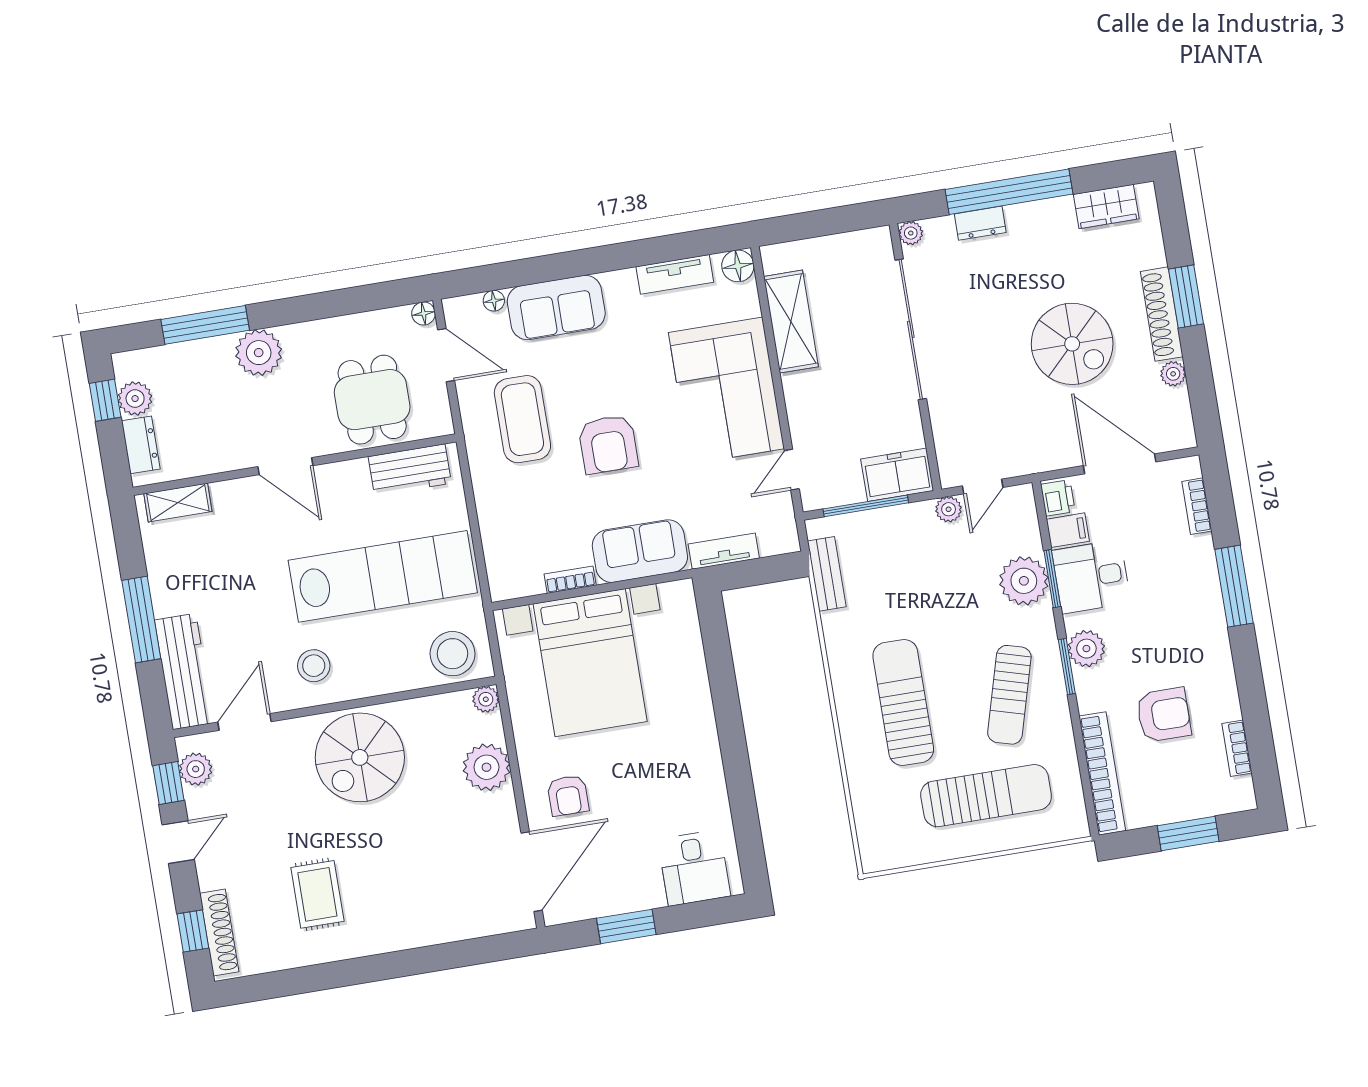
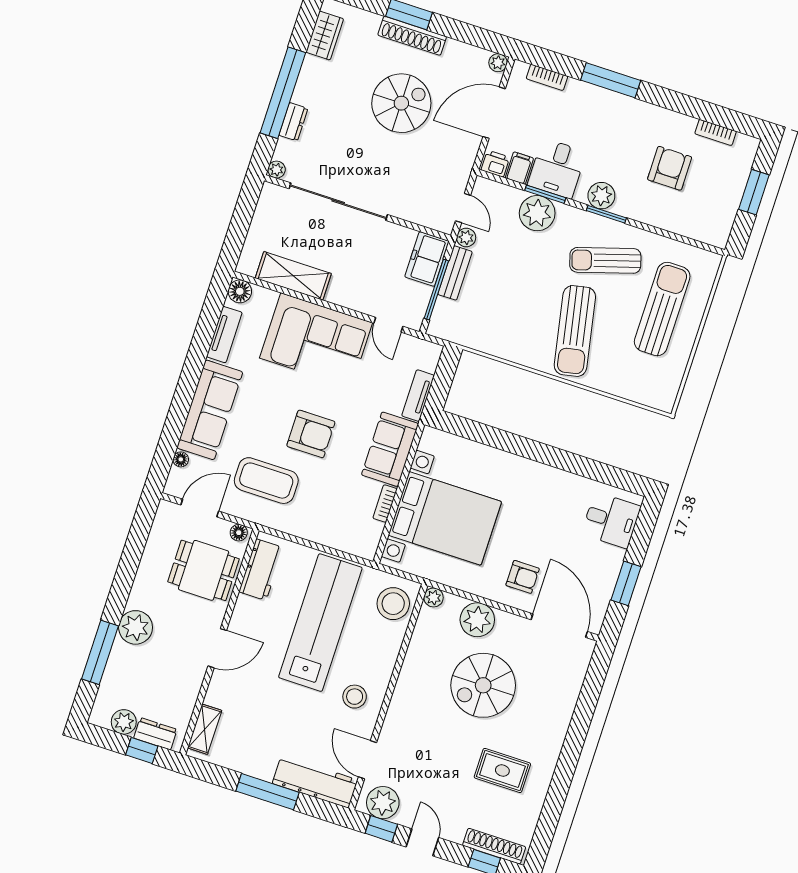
sofa: (556, 307) -> (210, 410), width x1.36
floor lamp: (424, 313) -> (239, 533), moved
plant: (1173, 374) -> (498, 63), moved
window: (105, 400) -> (142, 751), moved
bench: (827, 574) -> (455, 273), moved, turned 90
sun lounger: (1009, 695) -> (605, 260), turned 147
sun lounger: (903, 702) -> (575, 331), turned -101
spiral stairs: (360, 757) -> (483, 685), moved, turned 90
plant: (196, 769) -> (383, 803), width x1.36, depth x1.36
bookcase: (1102, 773) -> (687, 227), removed

